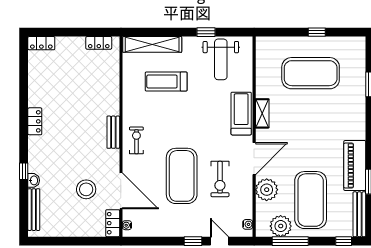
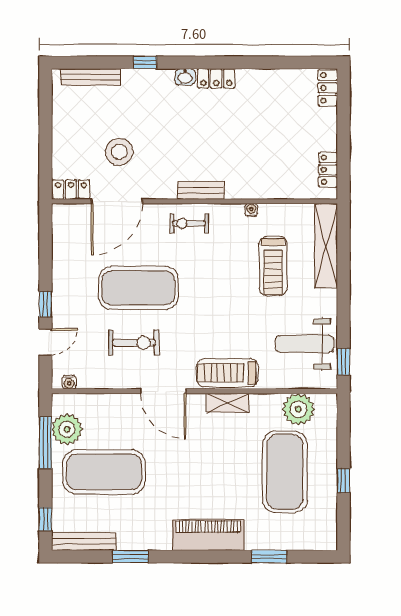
window: (206, 32) -> (343, 362), moved
treadmill: (166, 81) -> (273, 266), turned 180
treadmill: (241, 114) -> (227, 373), turned 180
exercise bike: (136, 140) -> (189, 223), turned 180
piano: (355, 166) -> (208, 535), moved
exercise bike: (220, 179) -> (134, 343), turned 180
washbasin: (34, 180) -> (185, 77), moved
plant: (267, 190) -> (298, 409), moved
water cooler: (127, 225) -> (251, 210), moved

